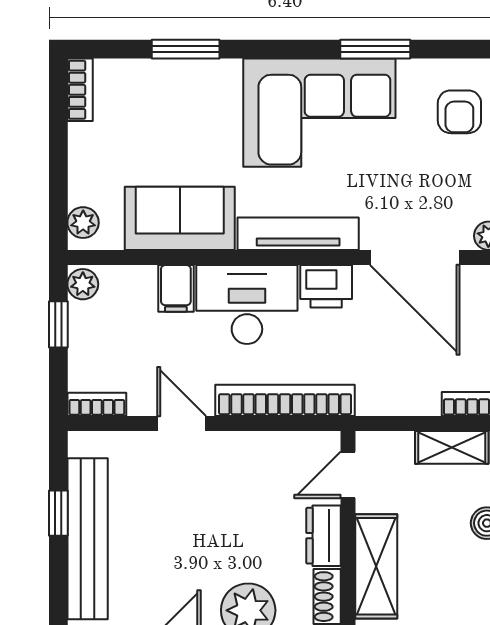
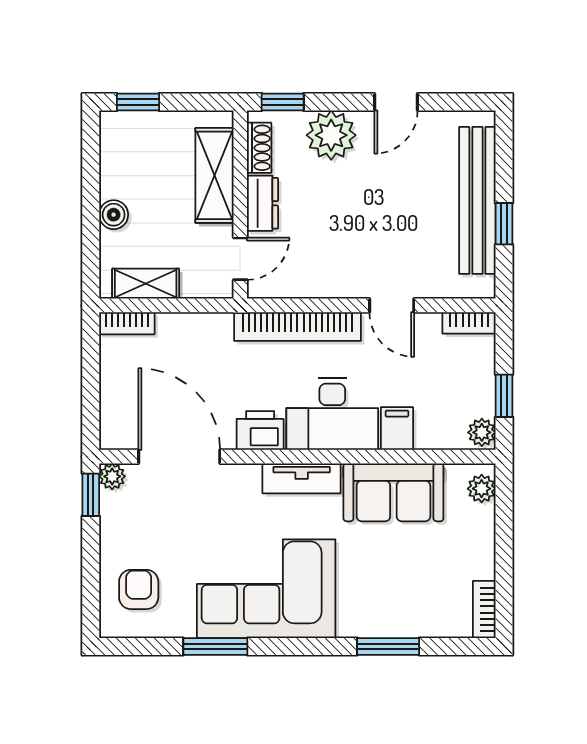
tv unit: (298, 234) -> (302, 478), width x0.71

